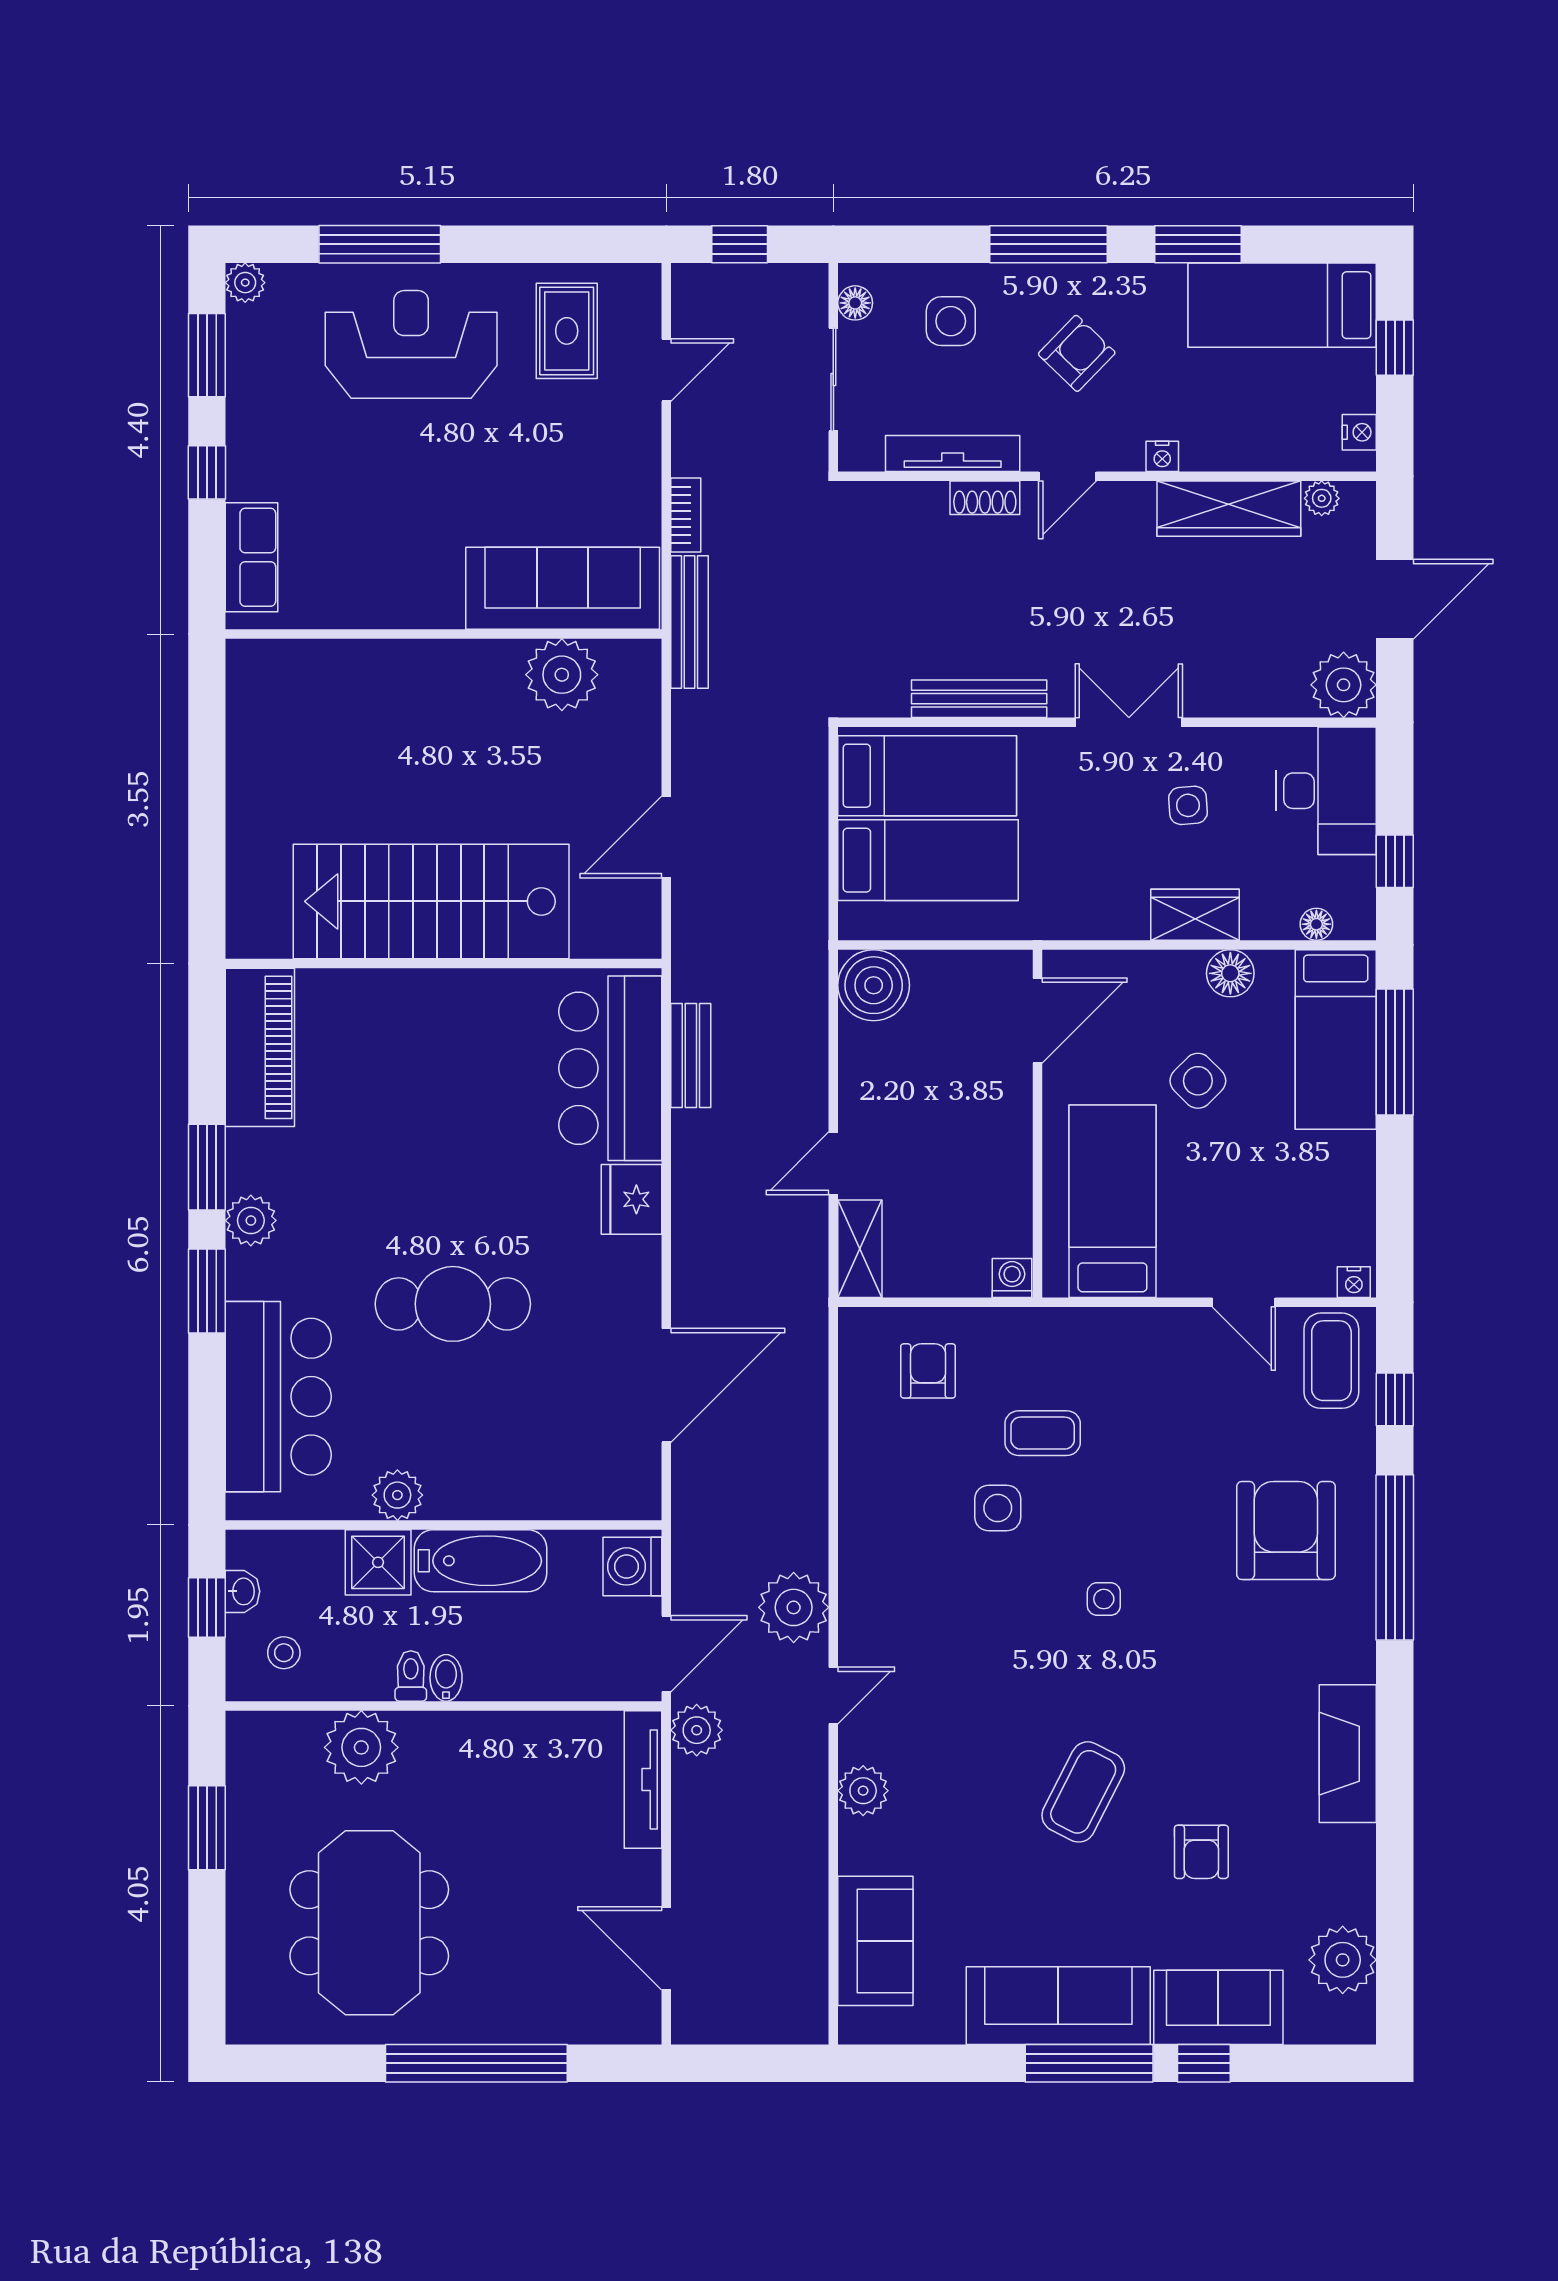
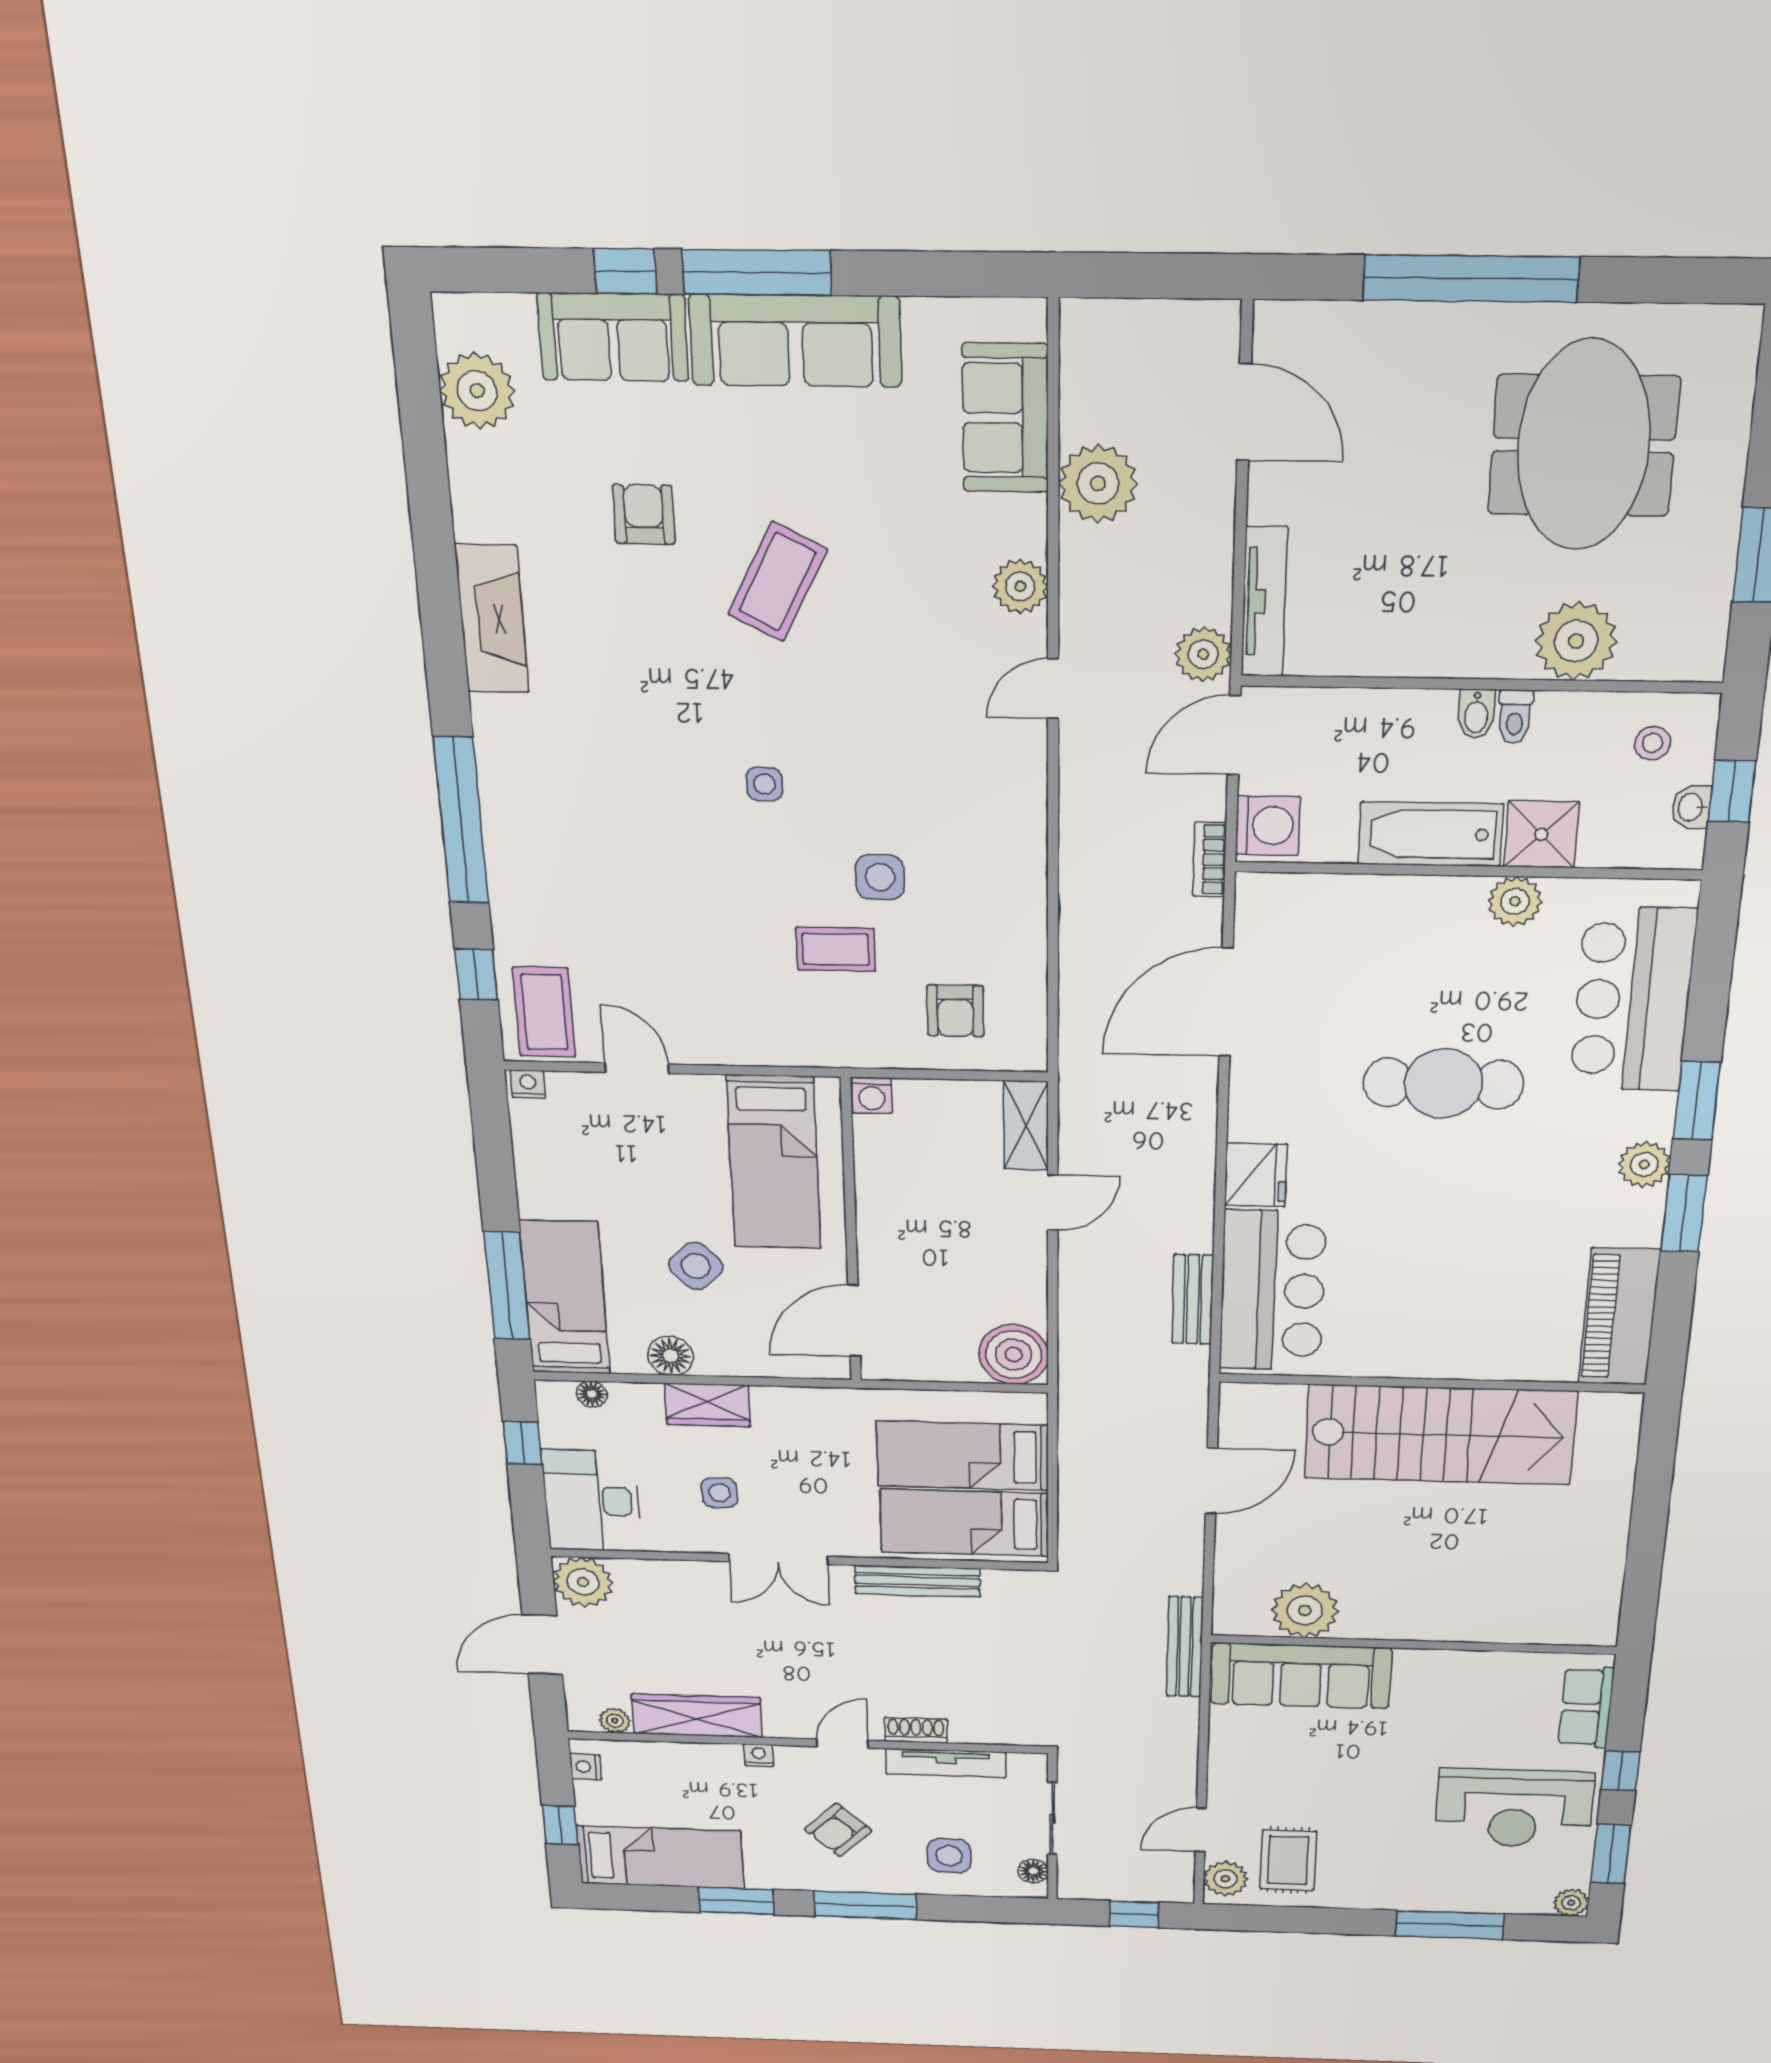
plant: (636, 301) -> (1226, 1879), added
reception desk: (411, 344) -> (1514, 1808), moved
bookcase: (686, 515) -> (1210, 859), moved
armchair: (1286, 1530) -> (577, 850), removed
plant: (794, 1607) -> (1098, 483), moved

